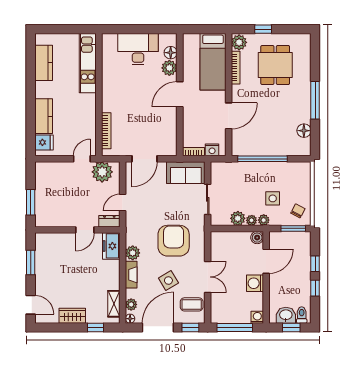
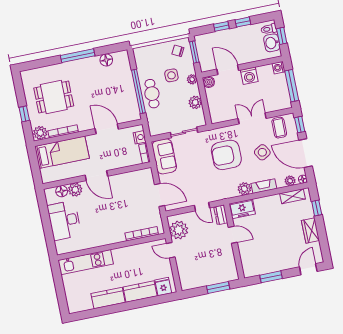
kitchen counter: (44, 63) -> (108, 298), moved
cafe table: (257, 173) -> (152, 94), added
plant: (252, 220) -> (195, 90), removed

